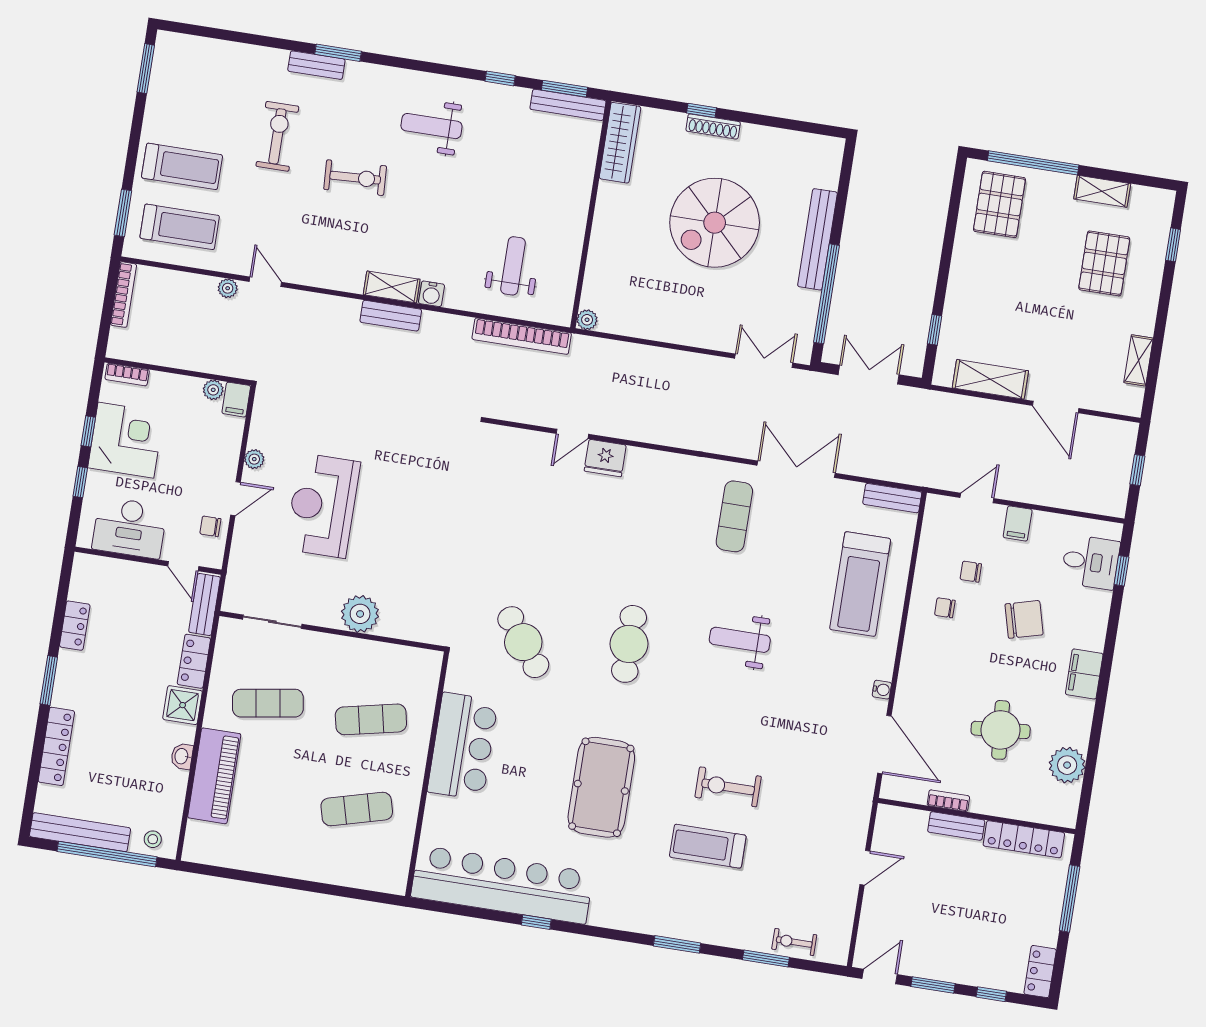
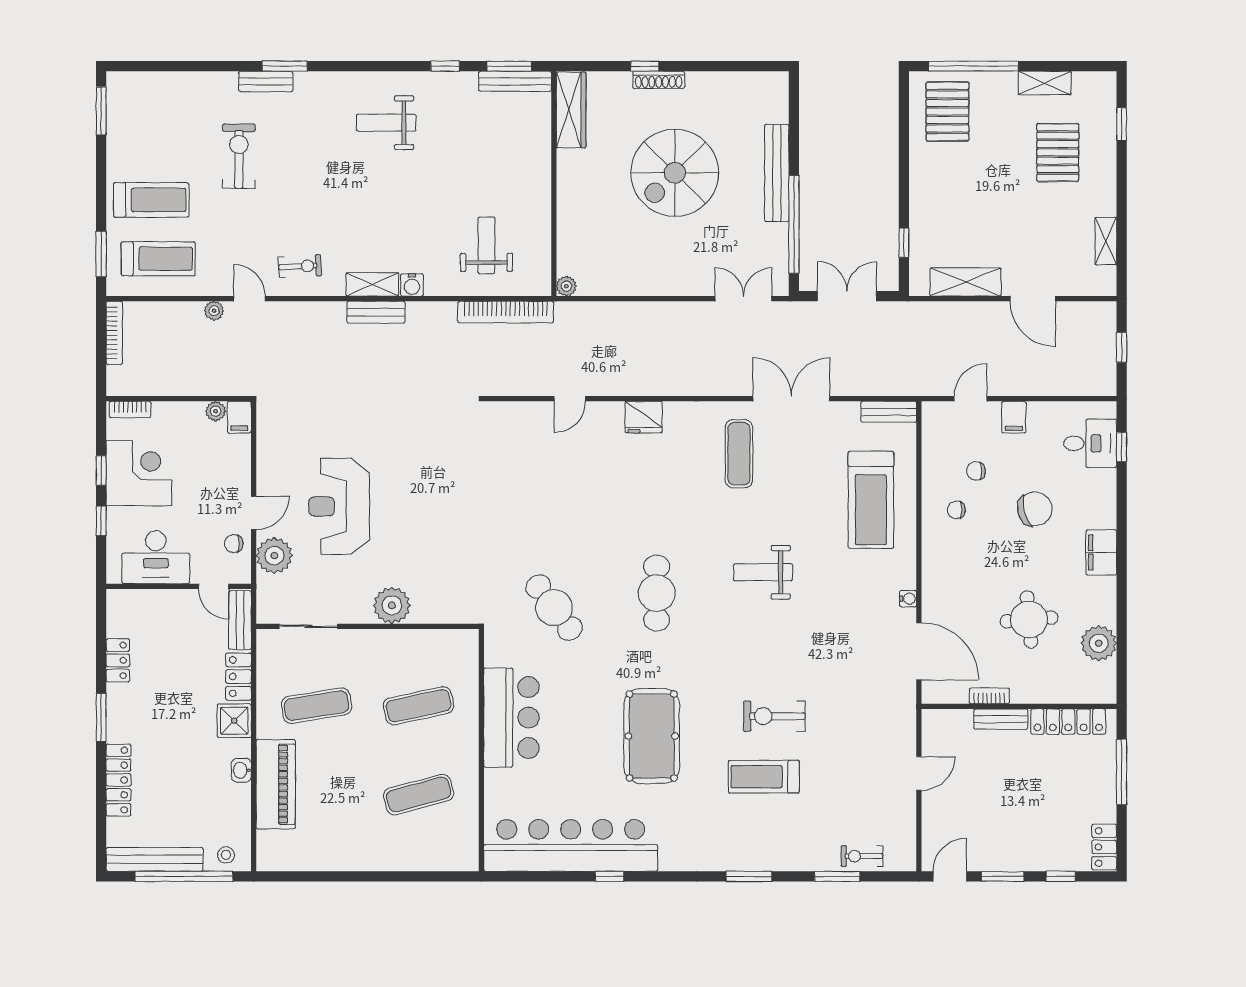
exercise bike: (355, 178) -> (300, 266), moved, width x0.73, depth x0.72
fridge: (605, 458) -> (644, 417), moved
plant: (254, 459) -> (274, 556), moved, width x1.88, depth x1.88

